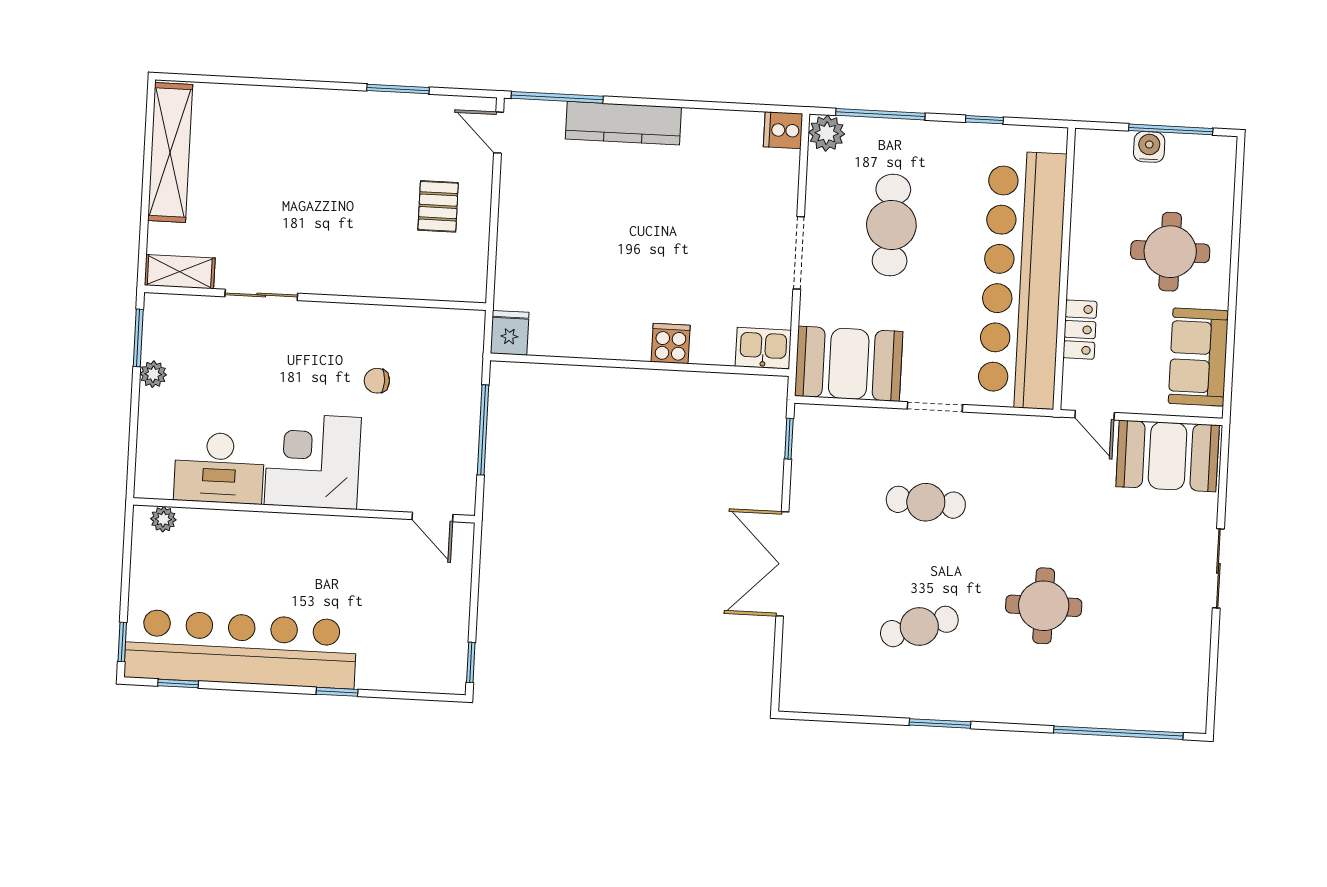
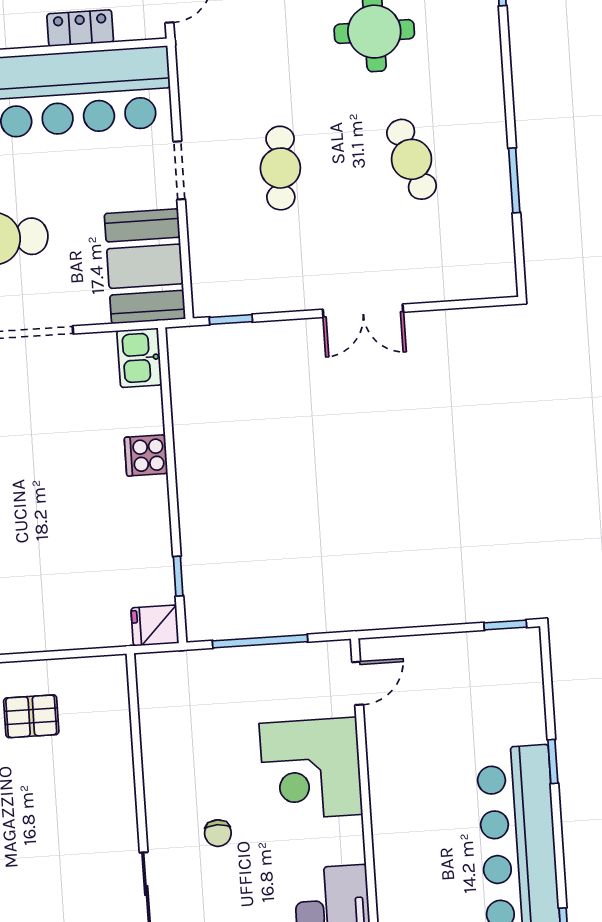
window: (553, 360) -> (178, 576), added
chair: (377, 381) -> (218, 833), moved
corner desk: (313, 461) -> (311, 769), moved
double door: (782, 564) -> (363, 311), width x0.73
window: (940, 723) -> (514, 180), moved

